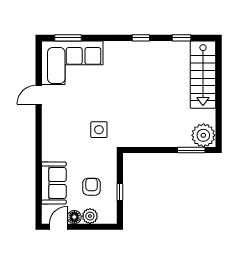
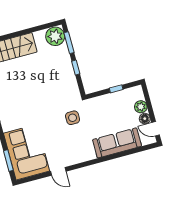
window: (159, 150) -> (76, 67), added
sofa: (54, 183) -> (117, 143), width x1.36
armchair: (92, 187) -> (118, 112), removed

